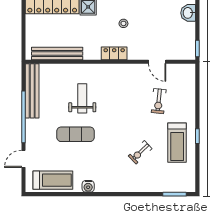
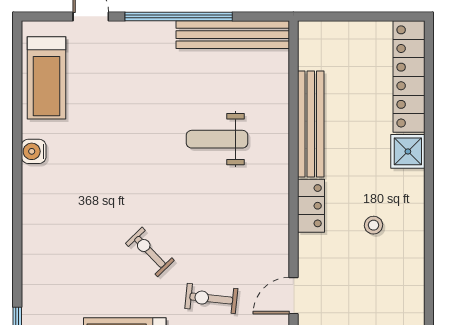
bench: (57, 53) -> (311, 124), moved
weight bench: (82, 98) -> (217, 139), turned 180
exercise mat: (76, 134) -> (142, 125), removed
exercise bike: (140, 152) -> (150, 252), moved

